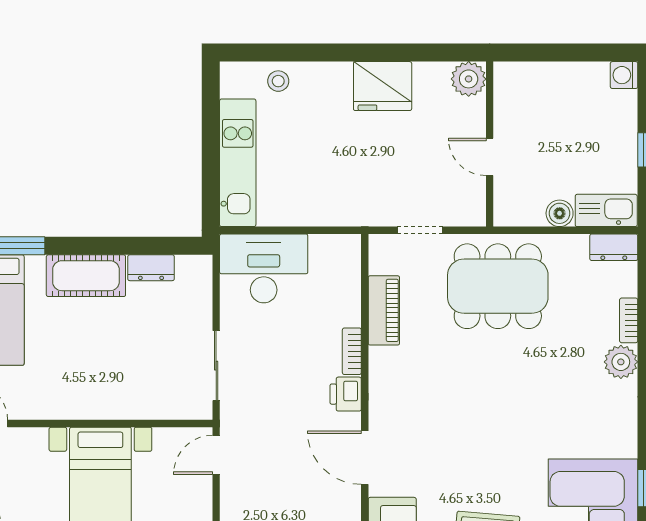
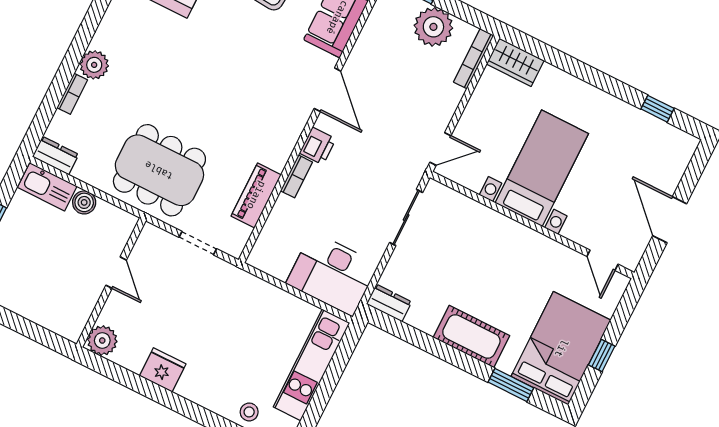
fridge: (383, 86) -> (163, 370), width x0.73, depth x0.75
dresser: (151, 268) -> (389, 303), moved

